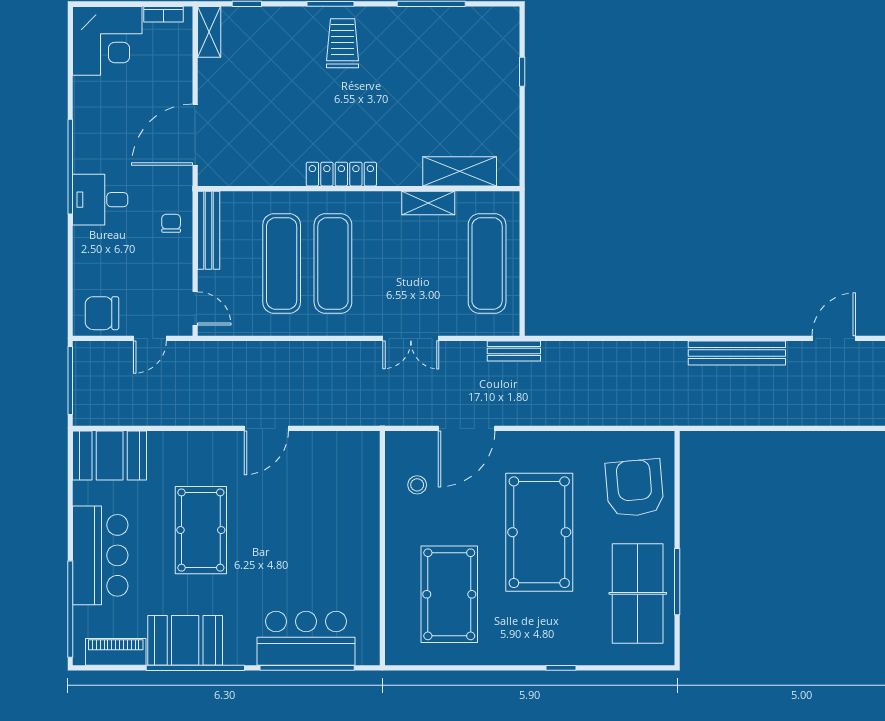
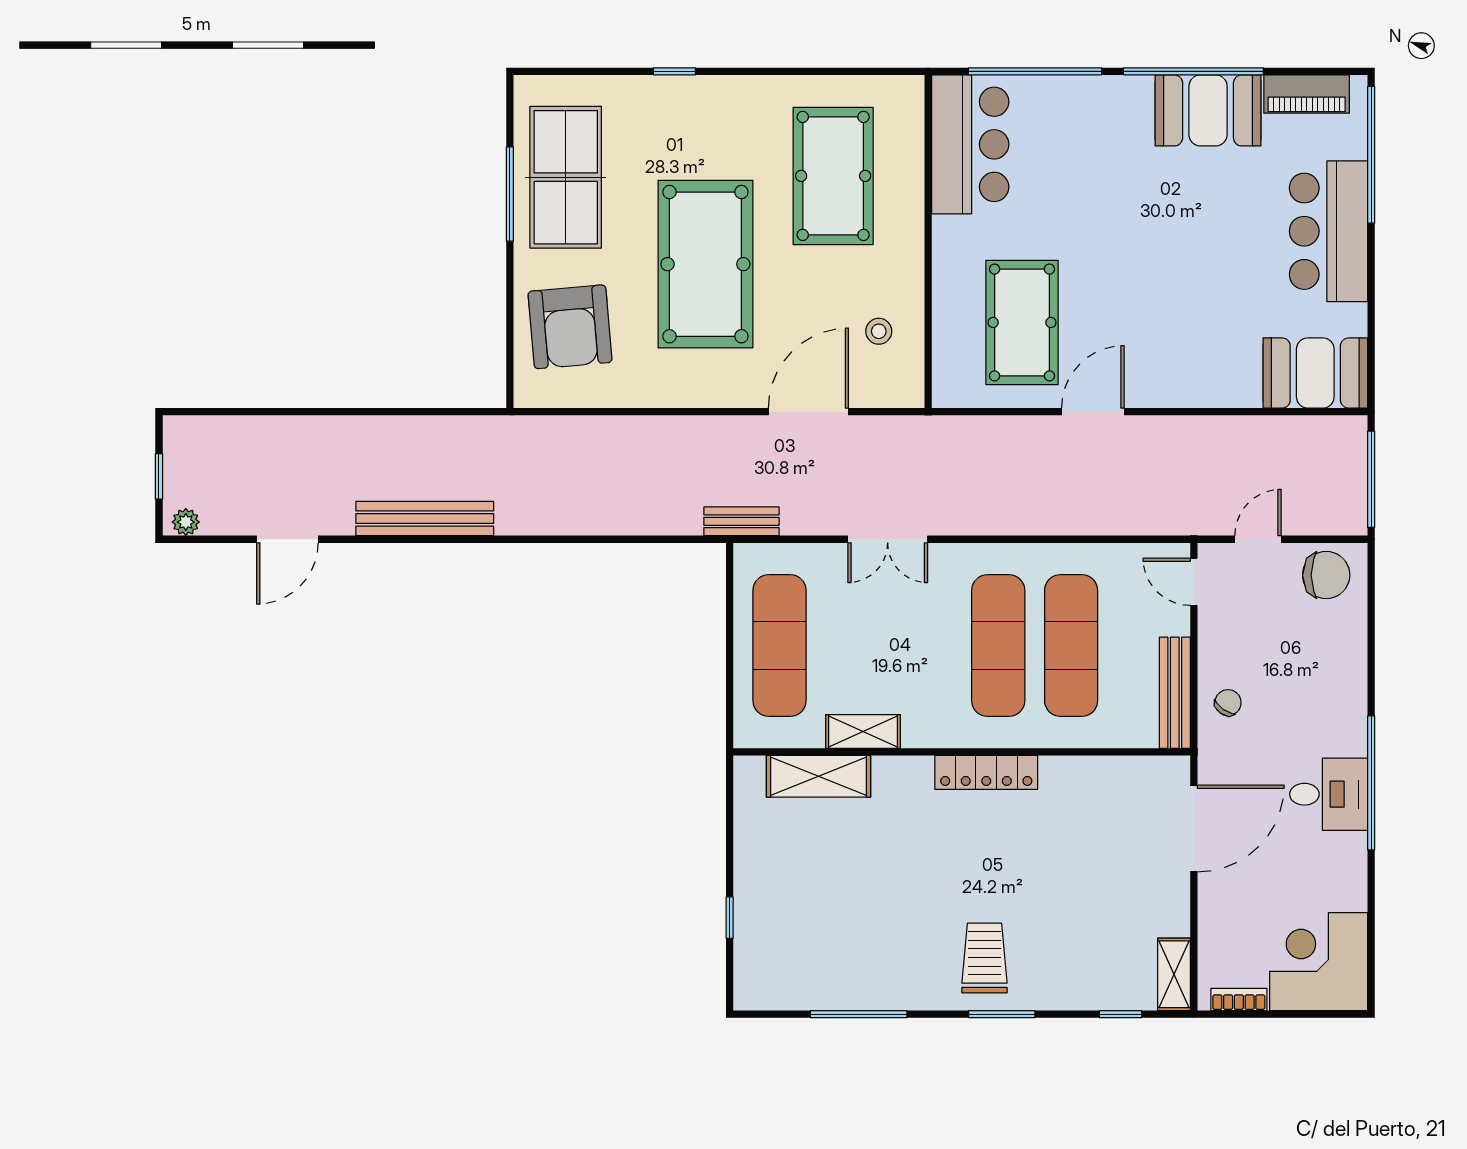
trolley: (343, 43) -> (985, 958), turned 180
desk: (100, 200) -> (1329, 794), moved
chair: (171, 223) -> (1228, 703), turned -144
double door: (411, 338) -> (888, 539), swing flipped
pool table: (201, 530) -> (1022, 322), moved
bar counter: (306, 638) -> (970, 144), moved, turned -90

